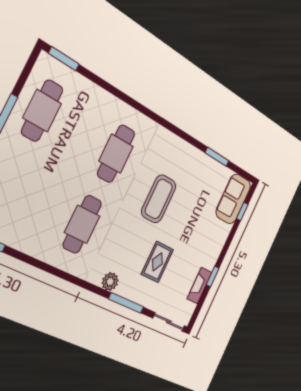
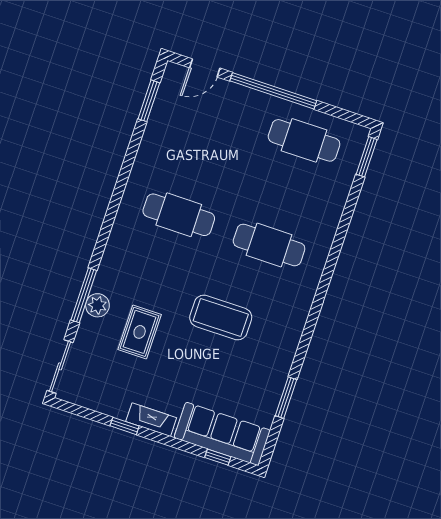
sofa: (233, 199) -> (222, 434), width x1.36
rug: (157, 262) -> (140, 332), turned 90
plant: (110, 282) -> (97, 305), moved
fireplace: (199, 286) -> (151, 420), moved

